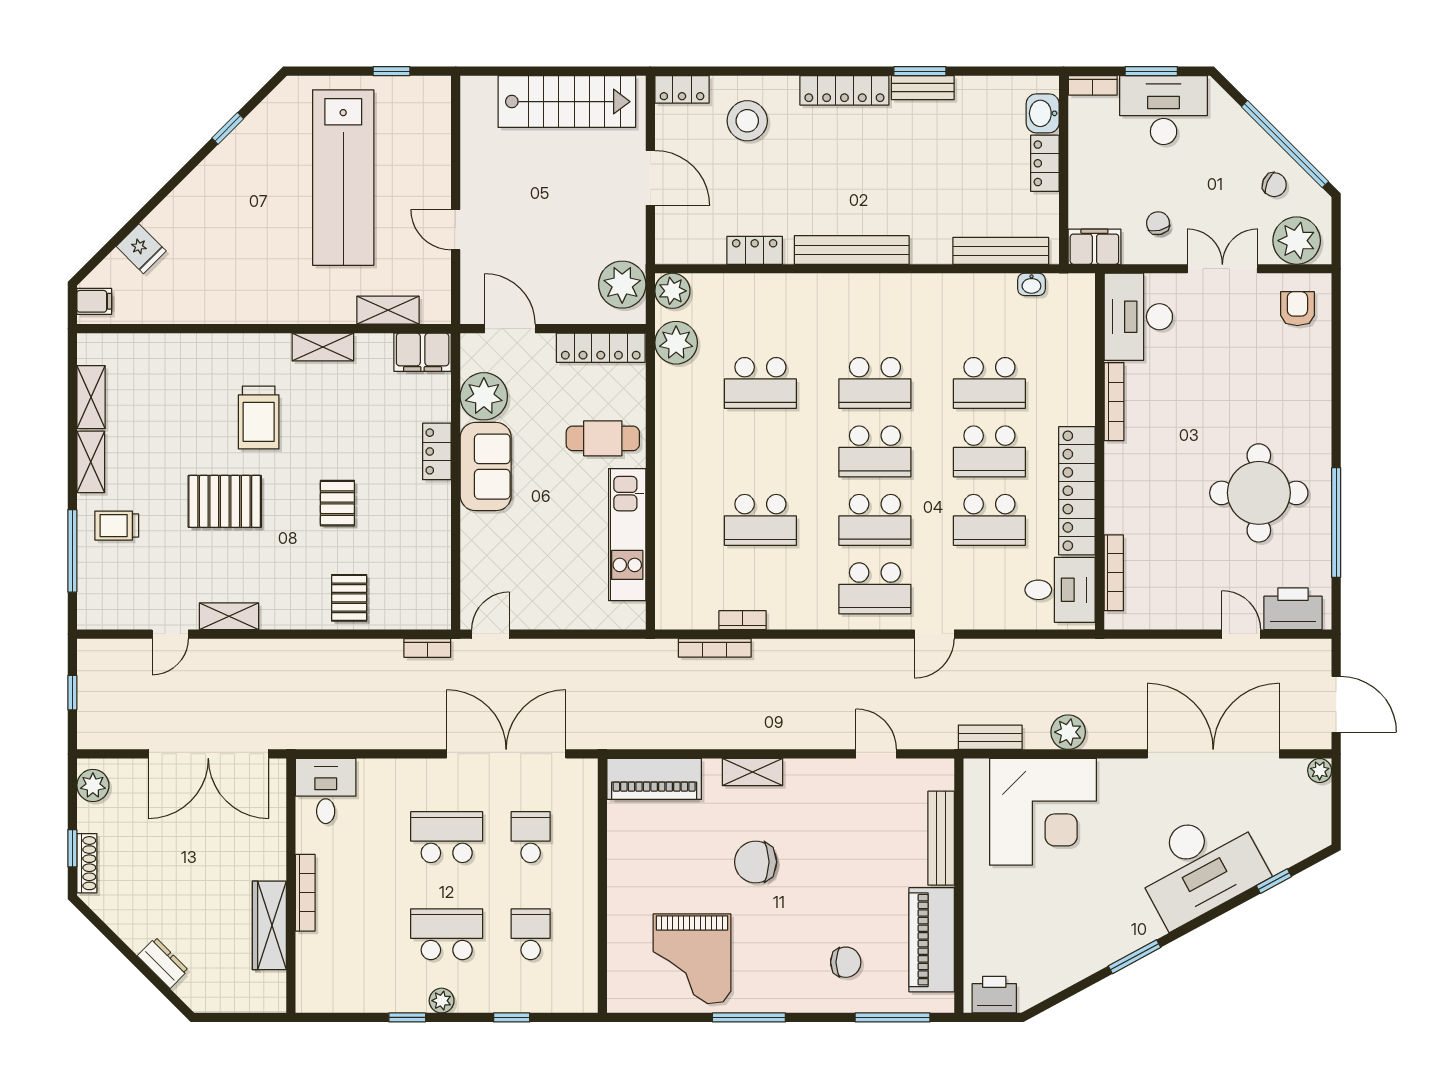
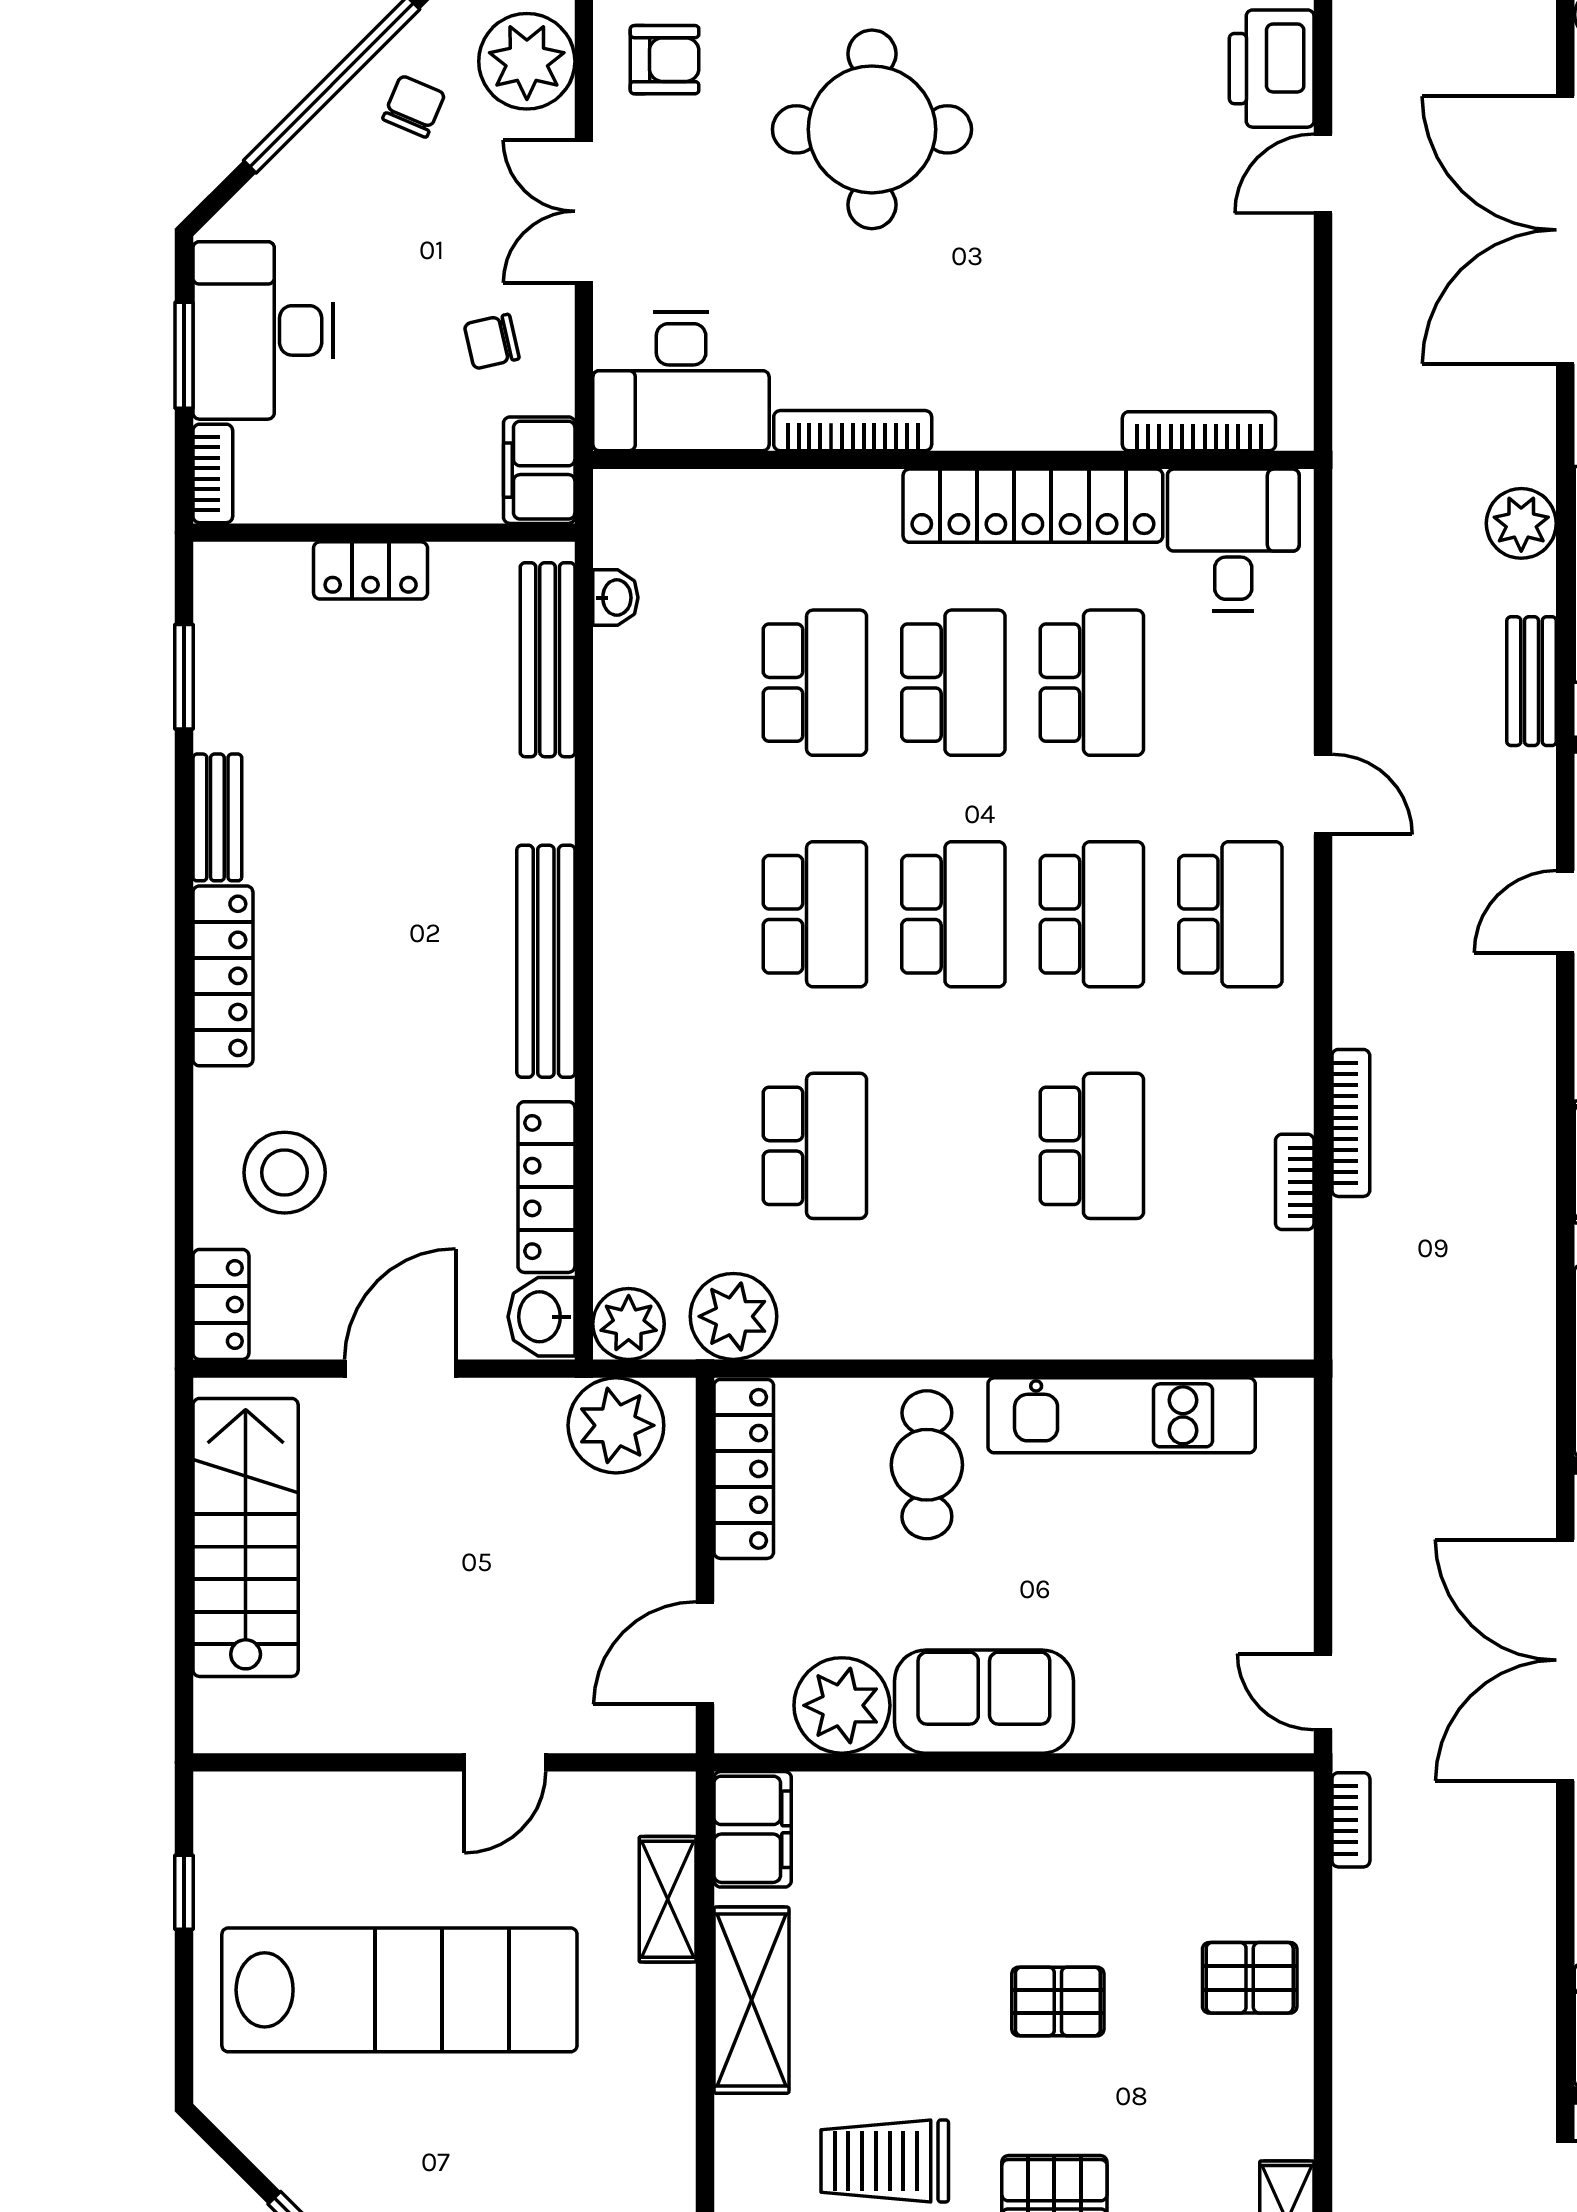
window: (920, 71) -> (184, 677), moved
washbasin: (1043, 113) -> (541, 1317), moved, turned 90
locker: (755, 250) -> (546, 1187), width x1.53
armchair: (1297, 309) -> (665, 60), turned 180
shelving: (323, 347) -> (751, 2000), width x1.50, depth x1.33
trolley: (259, 417) -> (885, 2161), turned 180
locker: (437, 451) -> (954, 1800), removed
round table: (1259, 493) -> (872, 129), moved
bookcase: (715, 648) -> (1351, 1123), moved

